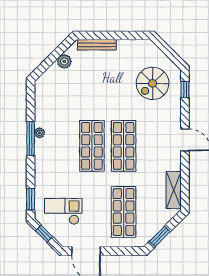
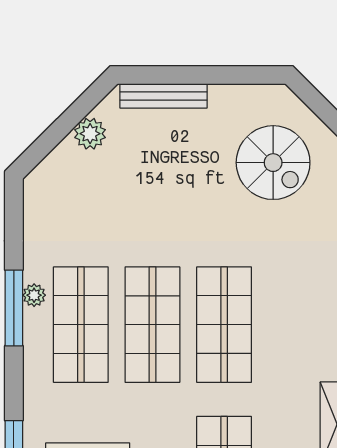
spiral stairs: (153, 83) -> (273, 163), moved, turned -90
shop shelf: (60, 146) -> (81, 325), added

